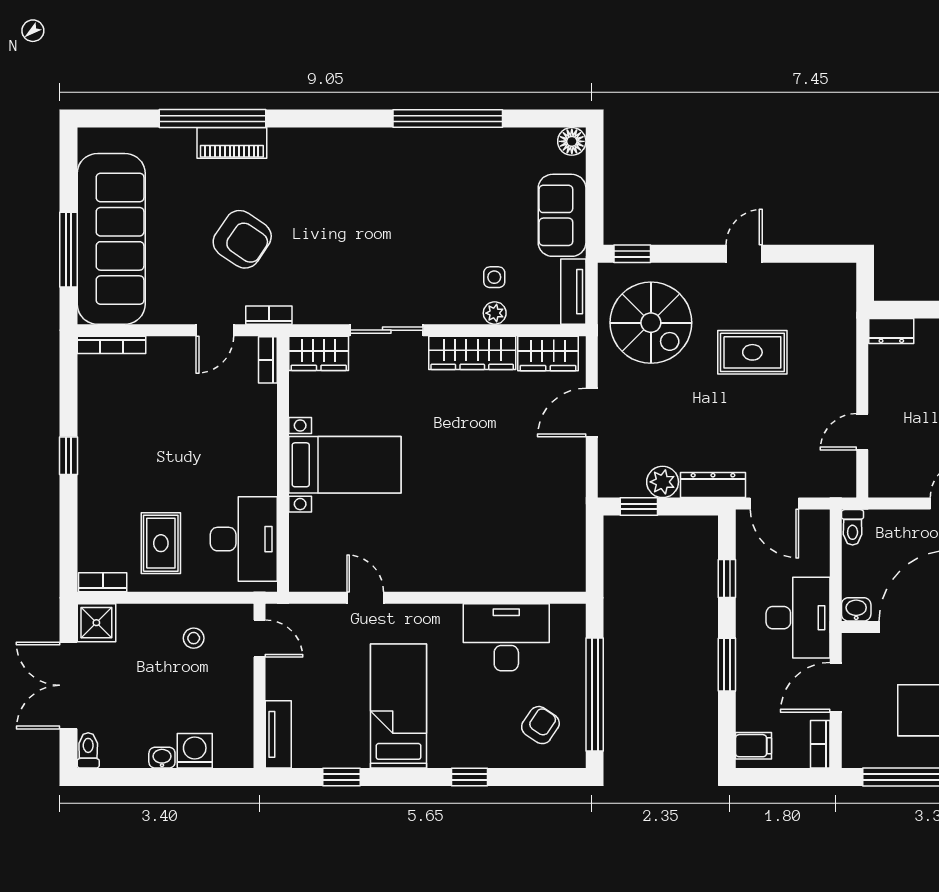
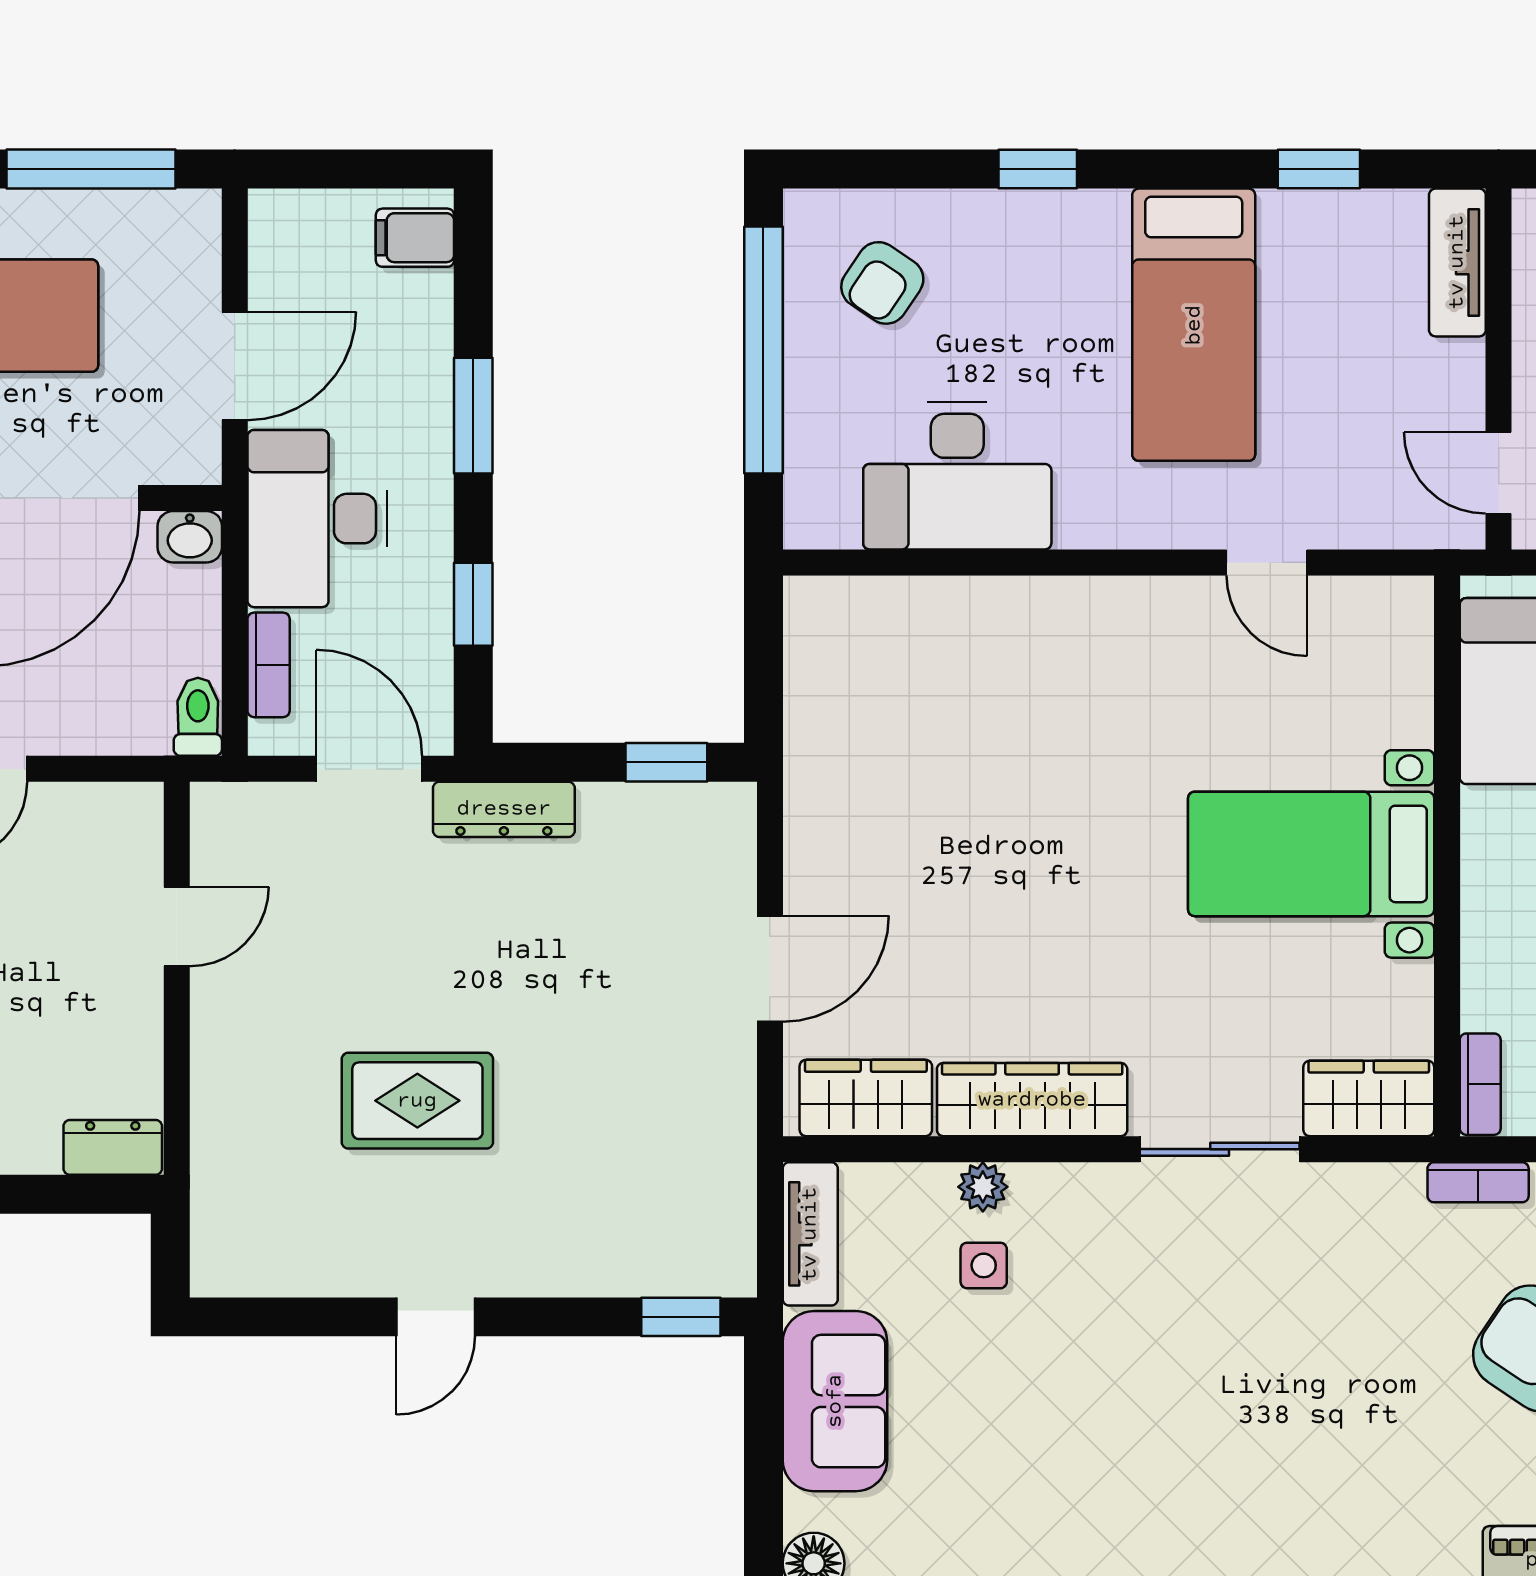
spiral stairs: (651, 323) -> (640, 1166), removed
plant: (663, 482) -> (614, 816), removed
bookcase: (820, 744) -> (269, 665), moved

